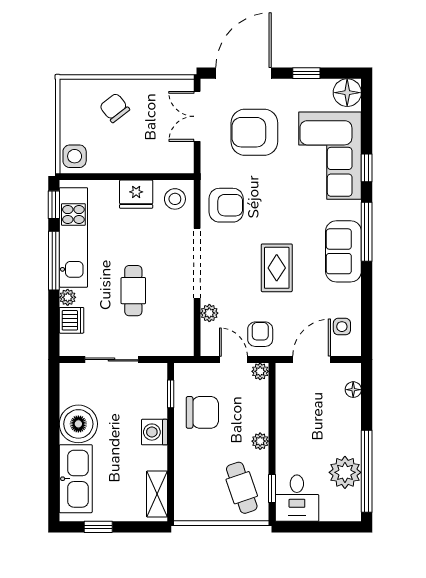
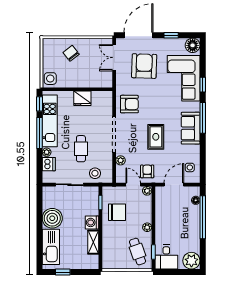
armchair: (254, 132) -> (144, 66), turned 92
stool: (175, 199) -> (95, 173), moved
window: (367, 471) -> (203, 217), moved
plant: (345, 472) -> (191, 261), moved
shelving: (157, 494) -> (93, 242), moved

